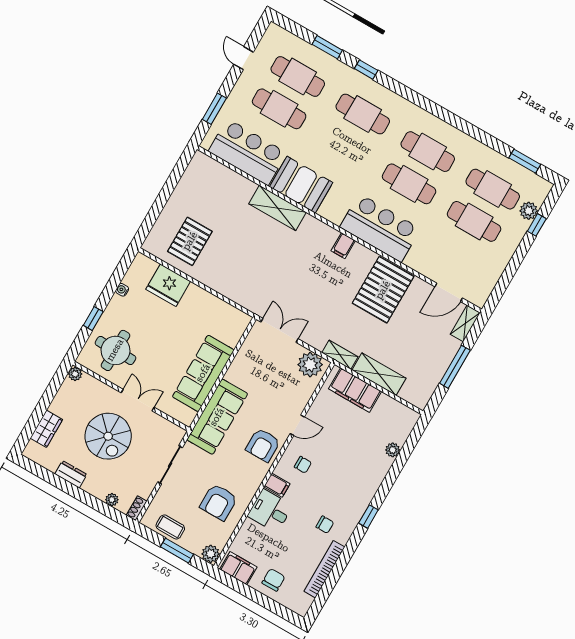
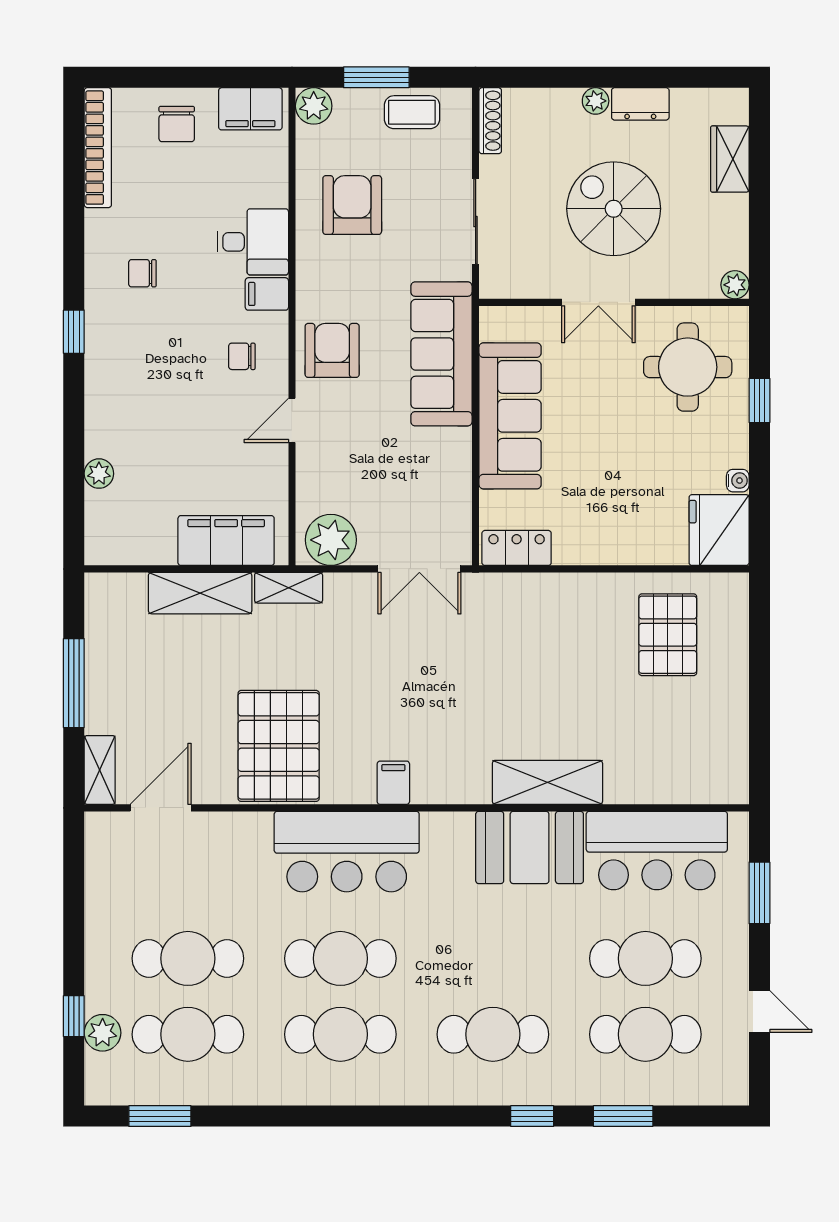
fridge: (168, 285) -> (719, 530), moved, turned -90
locker: (233, 315) -> (517, 548), added
plant: (112, 500) -> (596, 101), moved
shoe rack: (137, 508) -> (490, 121), width x1.43
bookcase: (324, 569) -> (98, 148), moved

